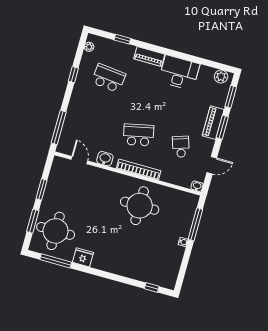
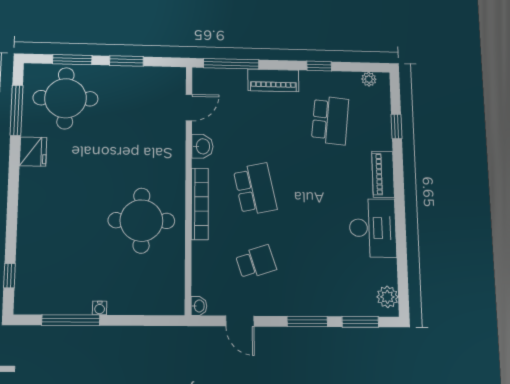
piano: (213, 123) -> (273, 80), moved, turned 180
window: (195, 224) -> (71, 320), moved

